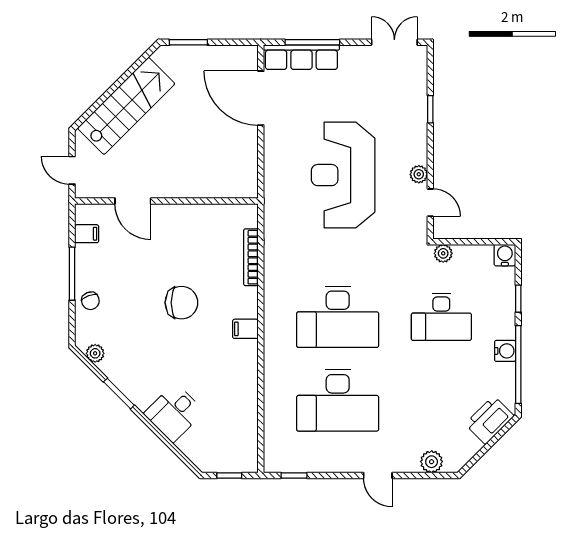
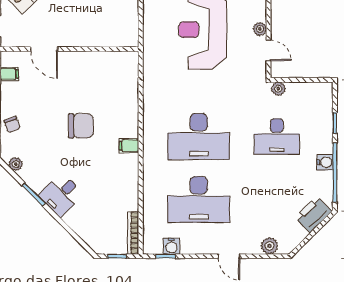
water cooler: (505, 255) -> (171, 246), moved, turned 180
bookcase: (251, 257) -> (133, 233), moved
desk: (174, 413) -> (61, 195), moved

